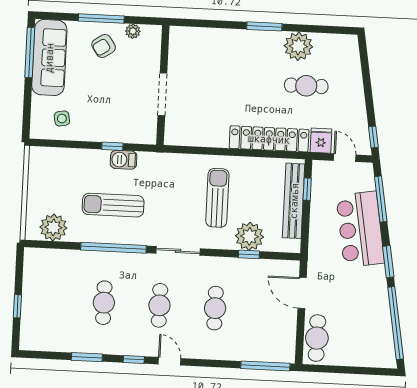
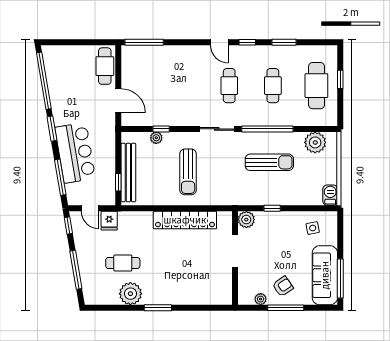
window: (367, 80) -> (76, 270), added
plant: (146, 133) -> (246, 220), added
locker: (269, 139) -> (185, 220), moved
barbecue: (124, 160) -> (330, 195), moved, turned -90
plant: (249, 236) -> (156, 138), width x0.53, depth x0.53
cafe table: (215, 308) -> (316, 86), moved, width x1.37, depth x1.35

